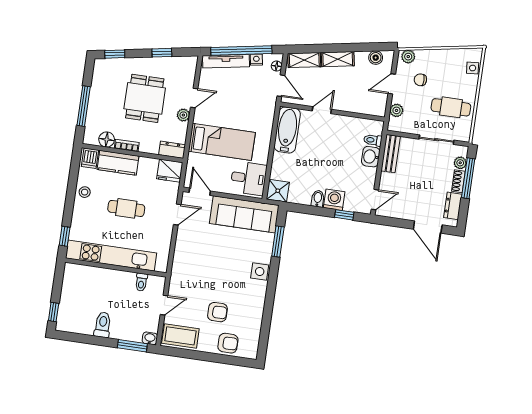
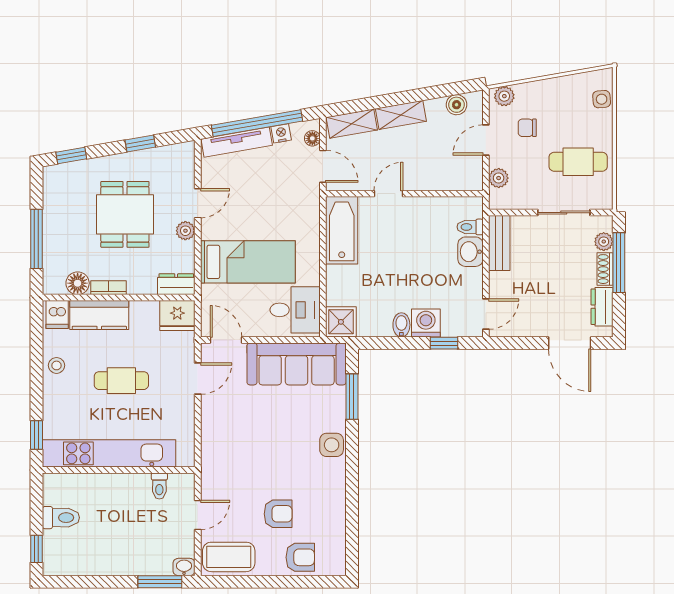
toilet: (103, 325) -> (61, 518), moved, turned 90

